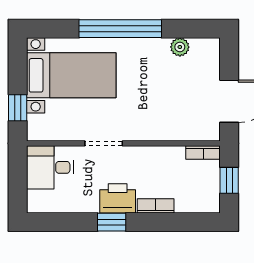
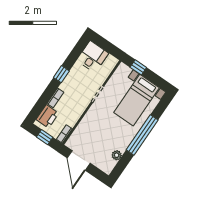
desk: (50, 167) -> (93, 57), moved
printer: (118, 198) -> (47, 116), moved

